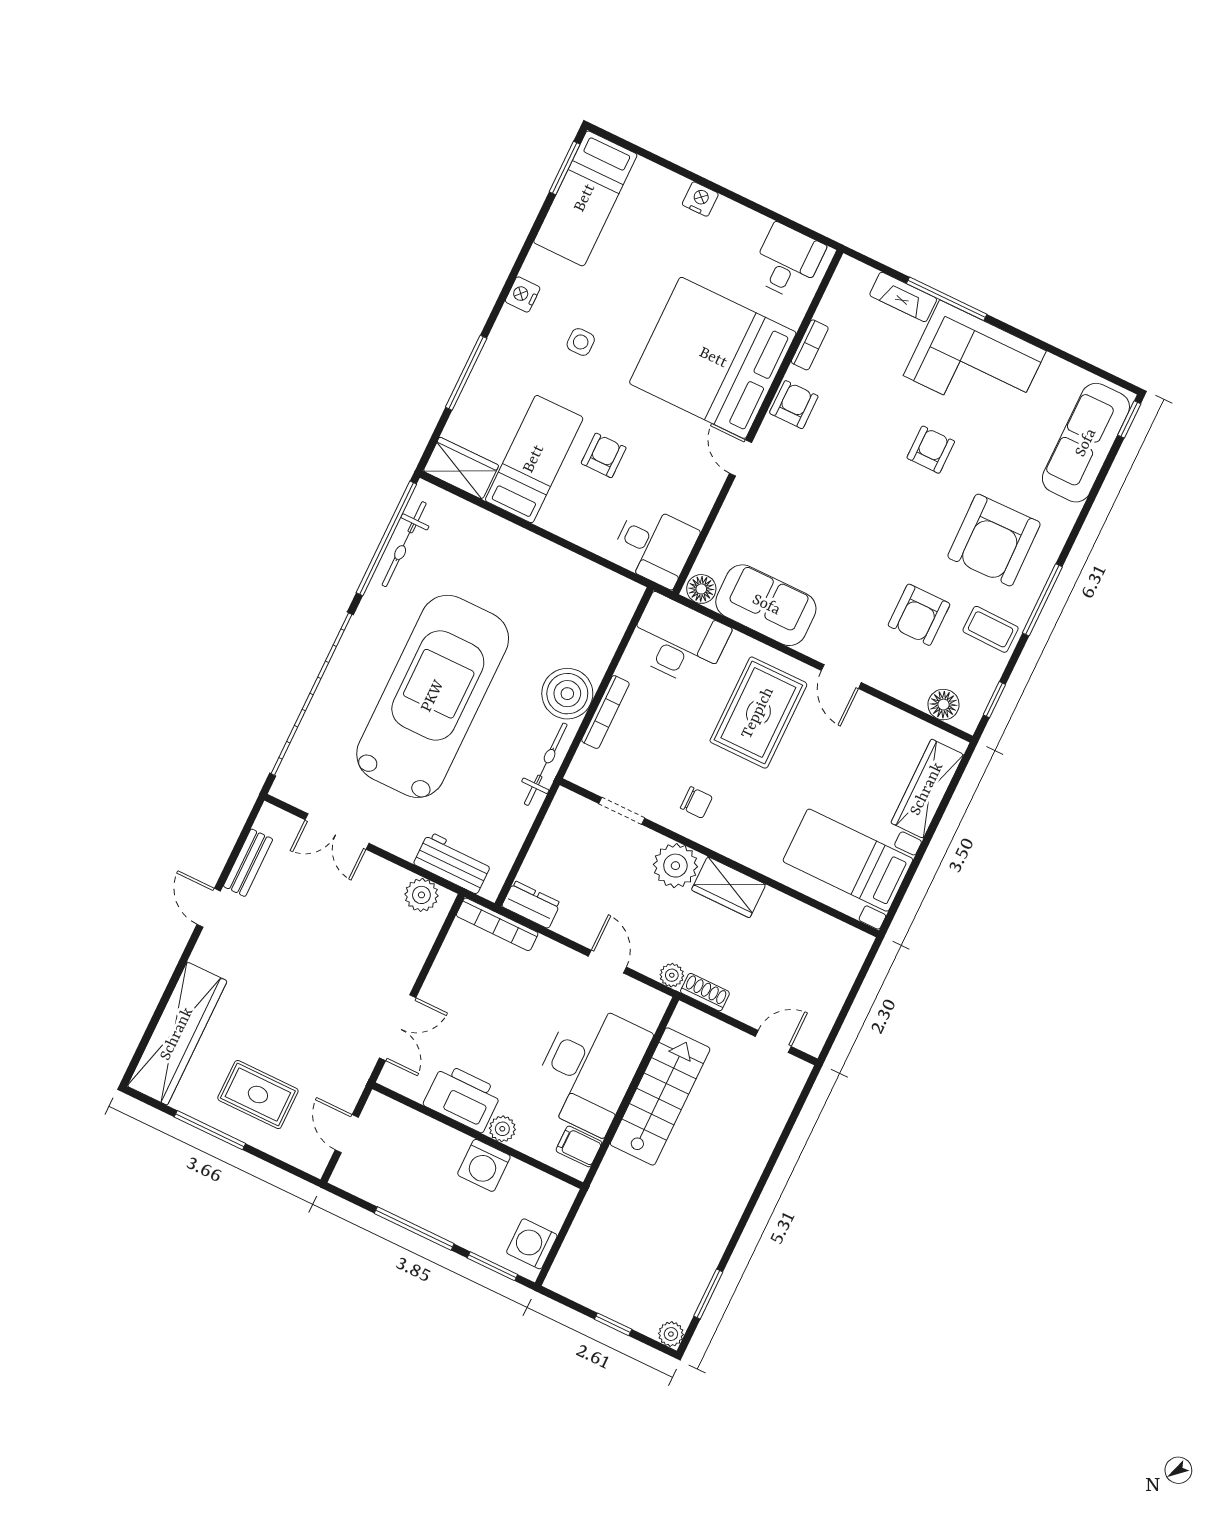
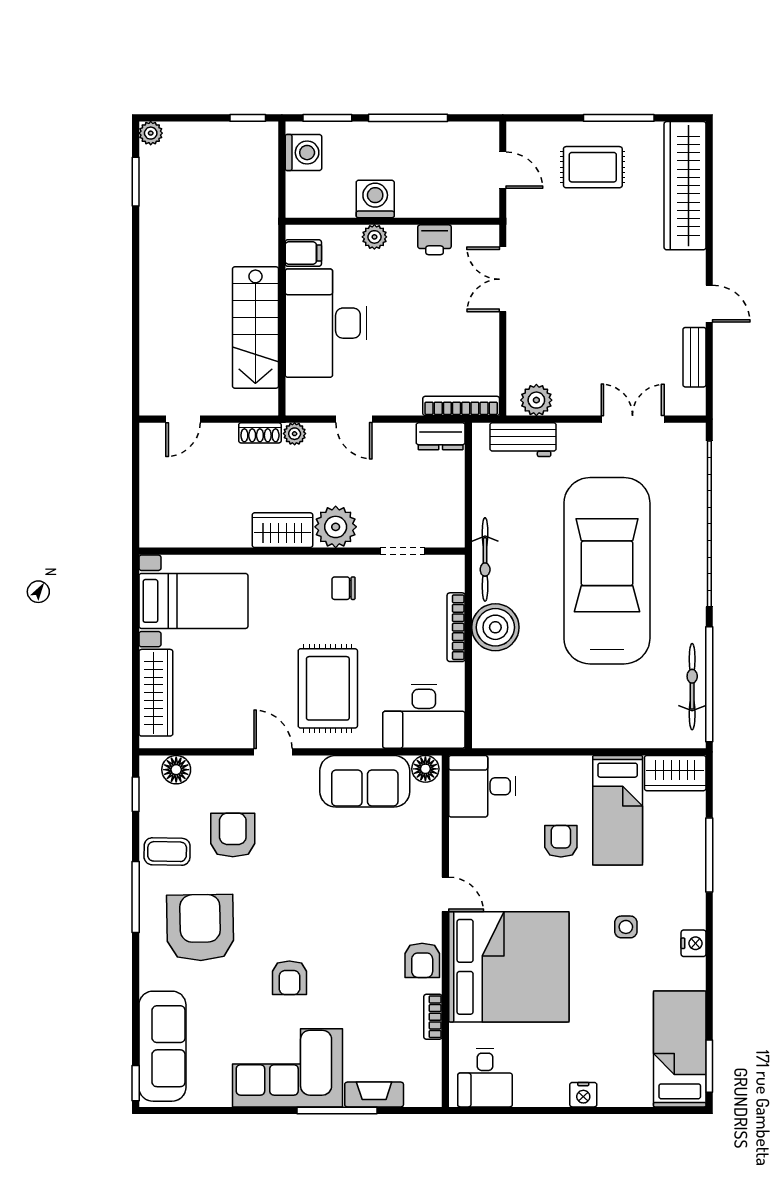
armchair: (604, 455) -> (561, 841), turned 180
car: (433, 696) -> (607, 571), turned 180
printer: (463, 1098) -> (435, 240), width x0.53, depth x0.68
window: (613, 1324) -> (248, 118), moved

